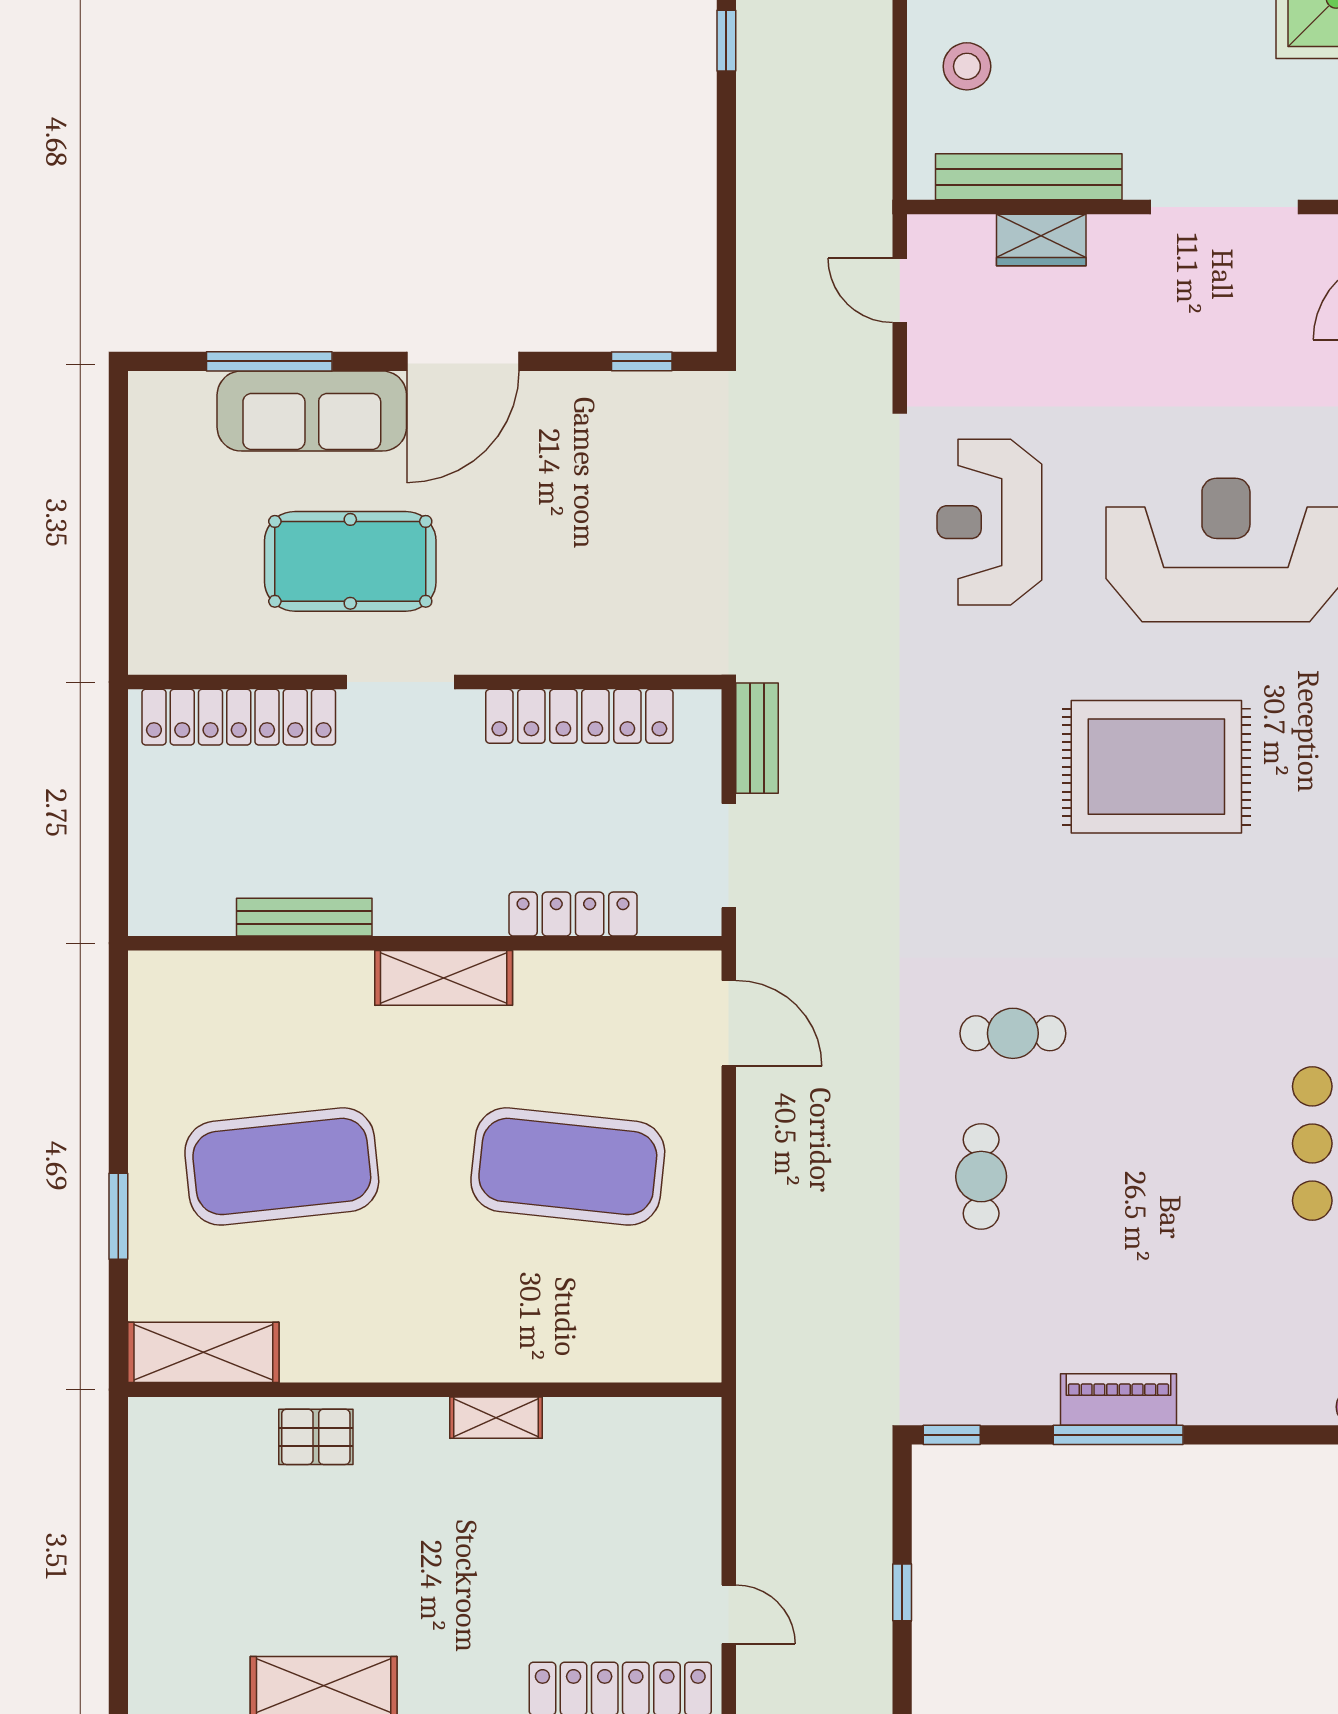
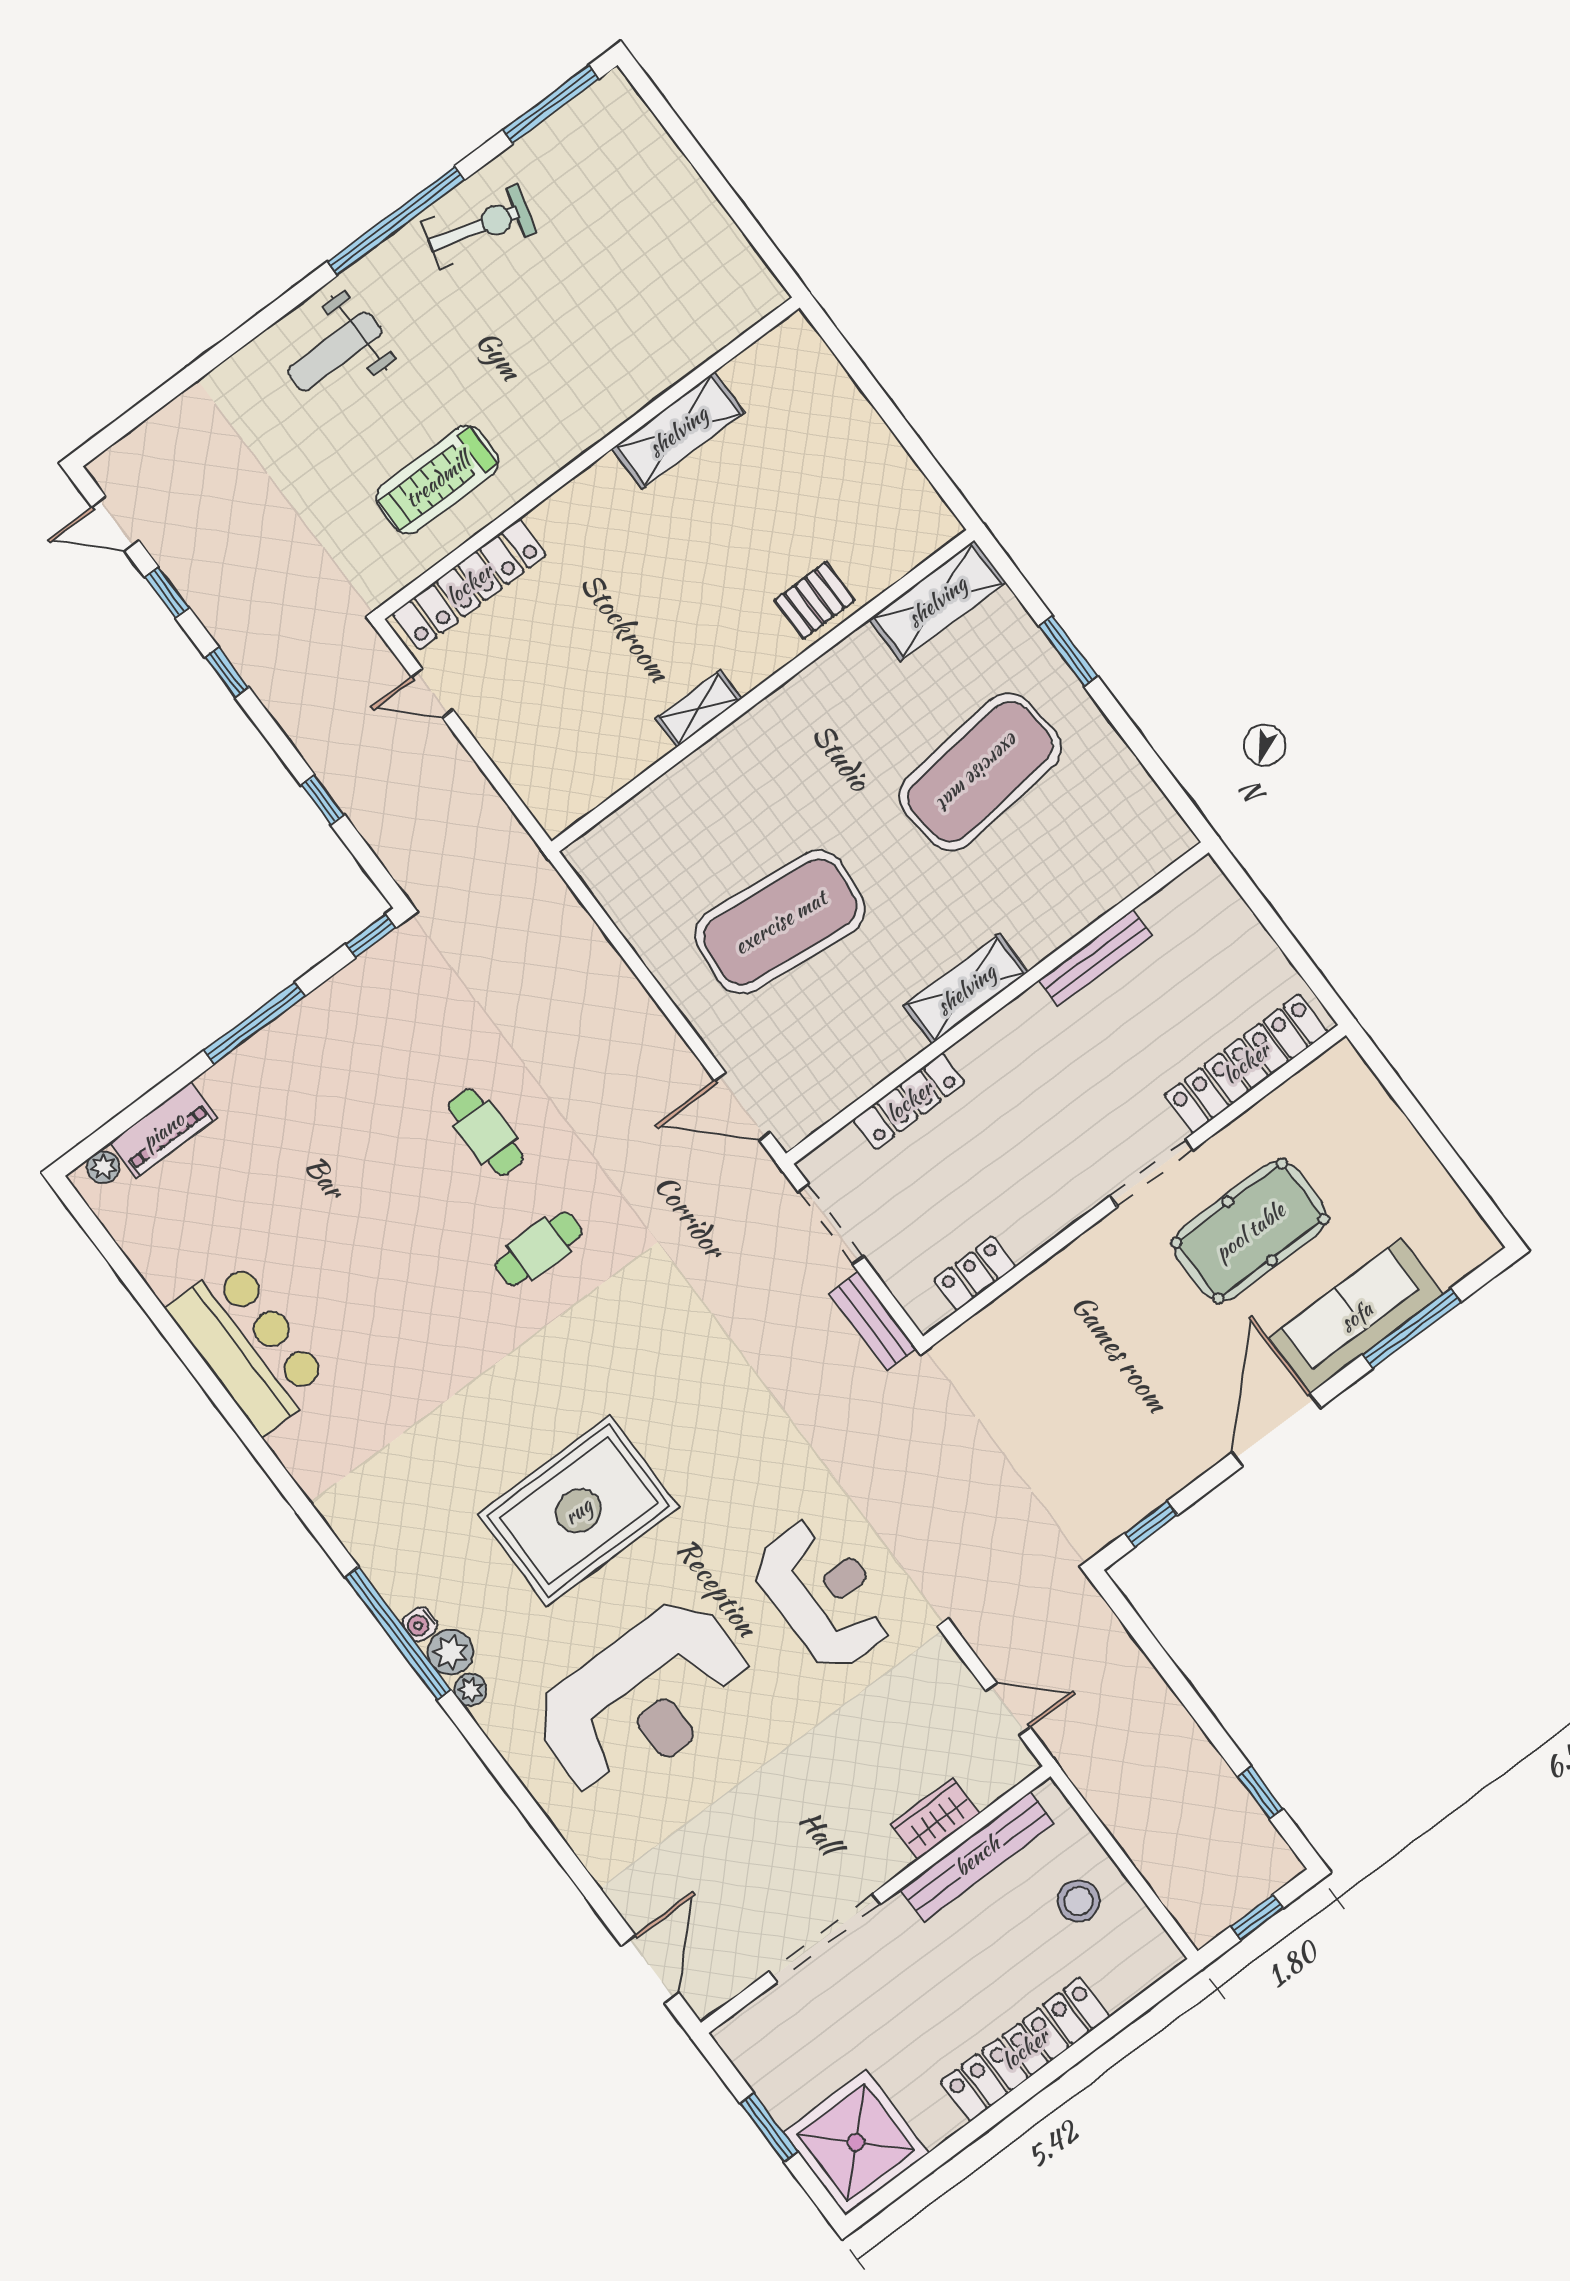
locker: (579, 716) -> (975, 1273), width x0.46, depth x0.83
piano: (1118, 1399) -> (163, 1130), moved

